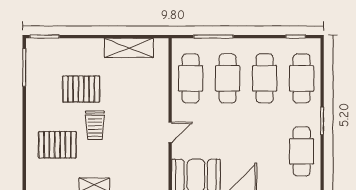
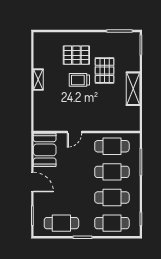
shelving: (129, 48) -> (133, 89), moved
door: (170, 132) -> (75, 132), hinge flipped
pallet: (57, 145) -> (76, 55), moved, turned 90

